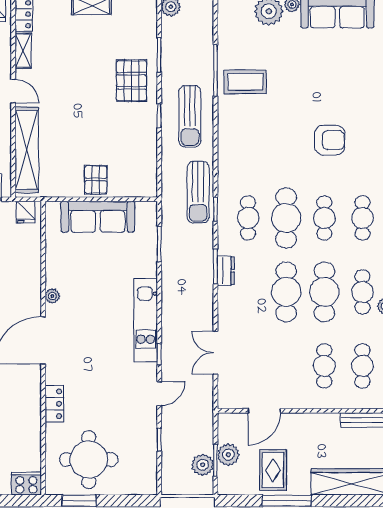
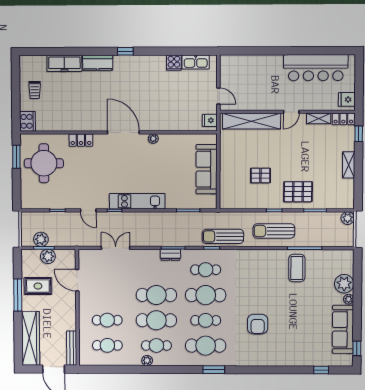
pallet: (96, 180) -> (260, 176), moved
cafe table: (362, 218) -> (206, 346), width x1.37, depth x1.35

